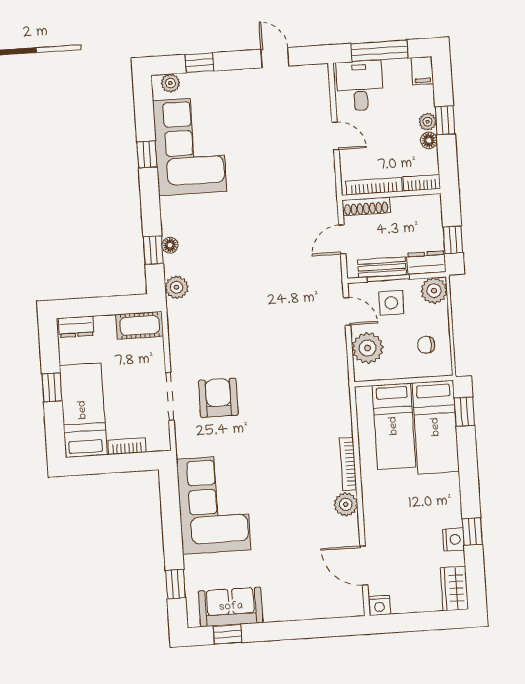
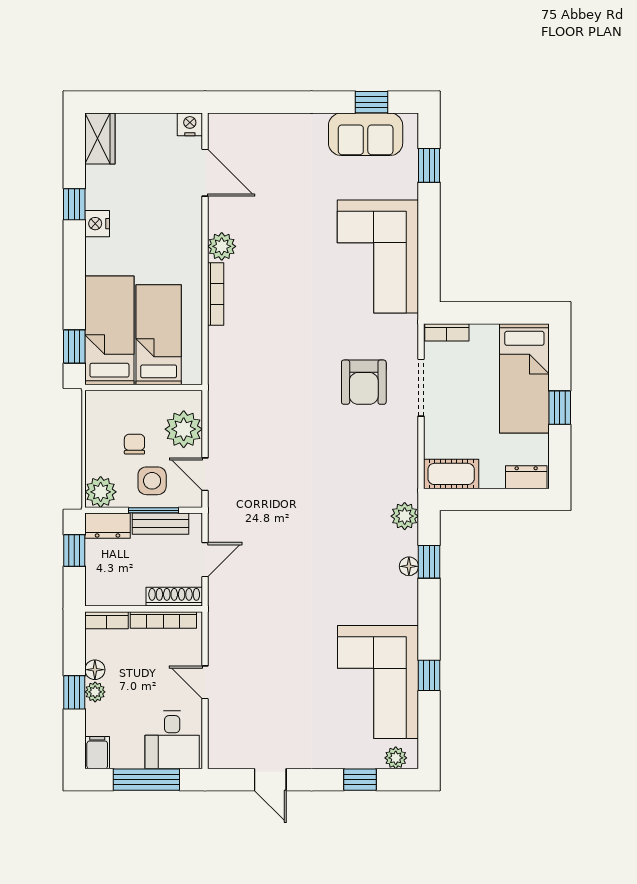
chair: (426, 345) -> (134, 444), moved, turned -90
bookcase: (127, 446) -> (447, 332), moved
nightstand: (453, 539) -> (97, 224), moved

